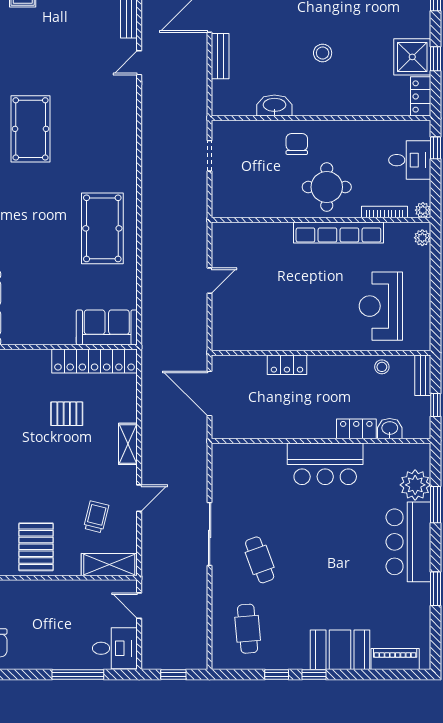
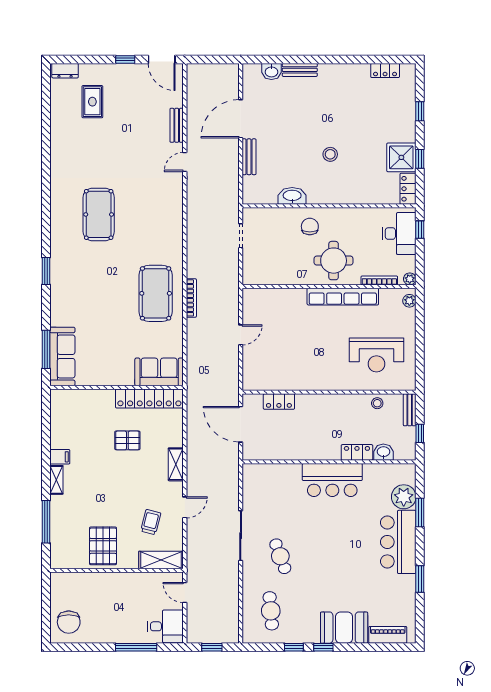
desk: (410, 160) -> (399, 234), width x1.37
bookcase: (147, 234) -> (191, 298), added
reception desk: (381, 306) -> (376, 355), turned -90
locker: (287, 365) -> (279, 401), moved

